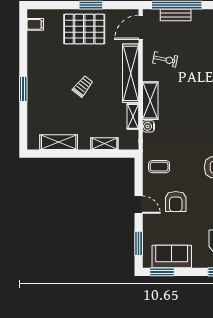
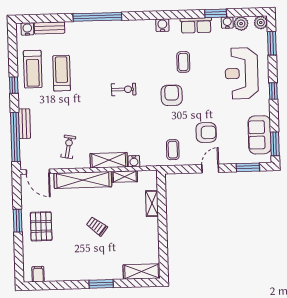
bench: (176, 15) -> (24, 124), moved
pallet: (84, 29) -> (41, 226), width x0.73, depth x0.71
shelving: (59, 142) -> (142, 272), moved, turned 90

